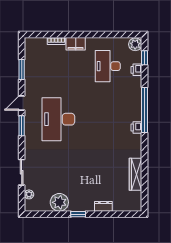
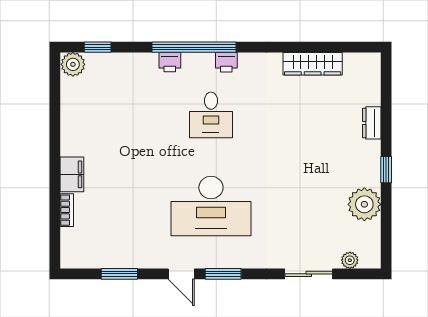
desk: (108, 66) -> (211, 115), moved, width x0.73
printer: (136, 70) -> (170, 62), moved

